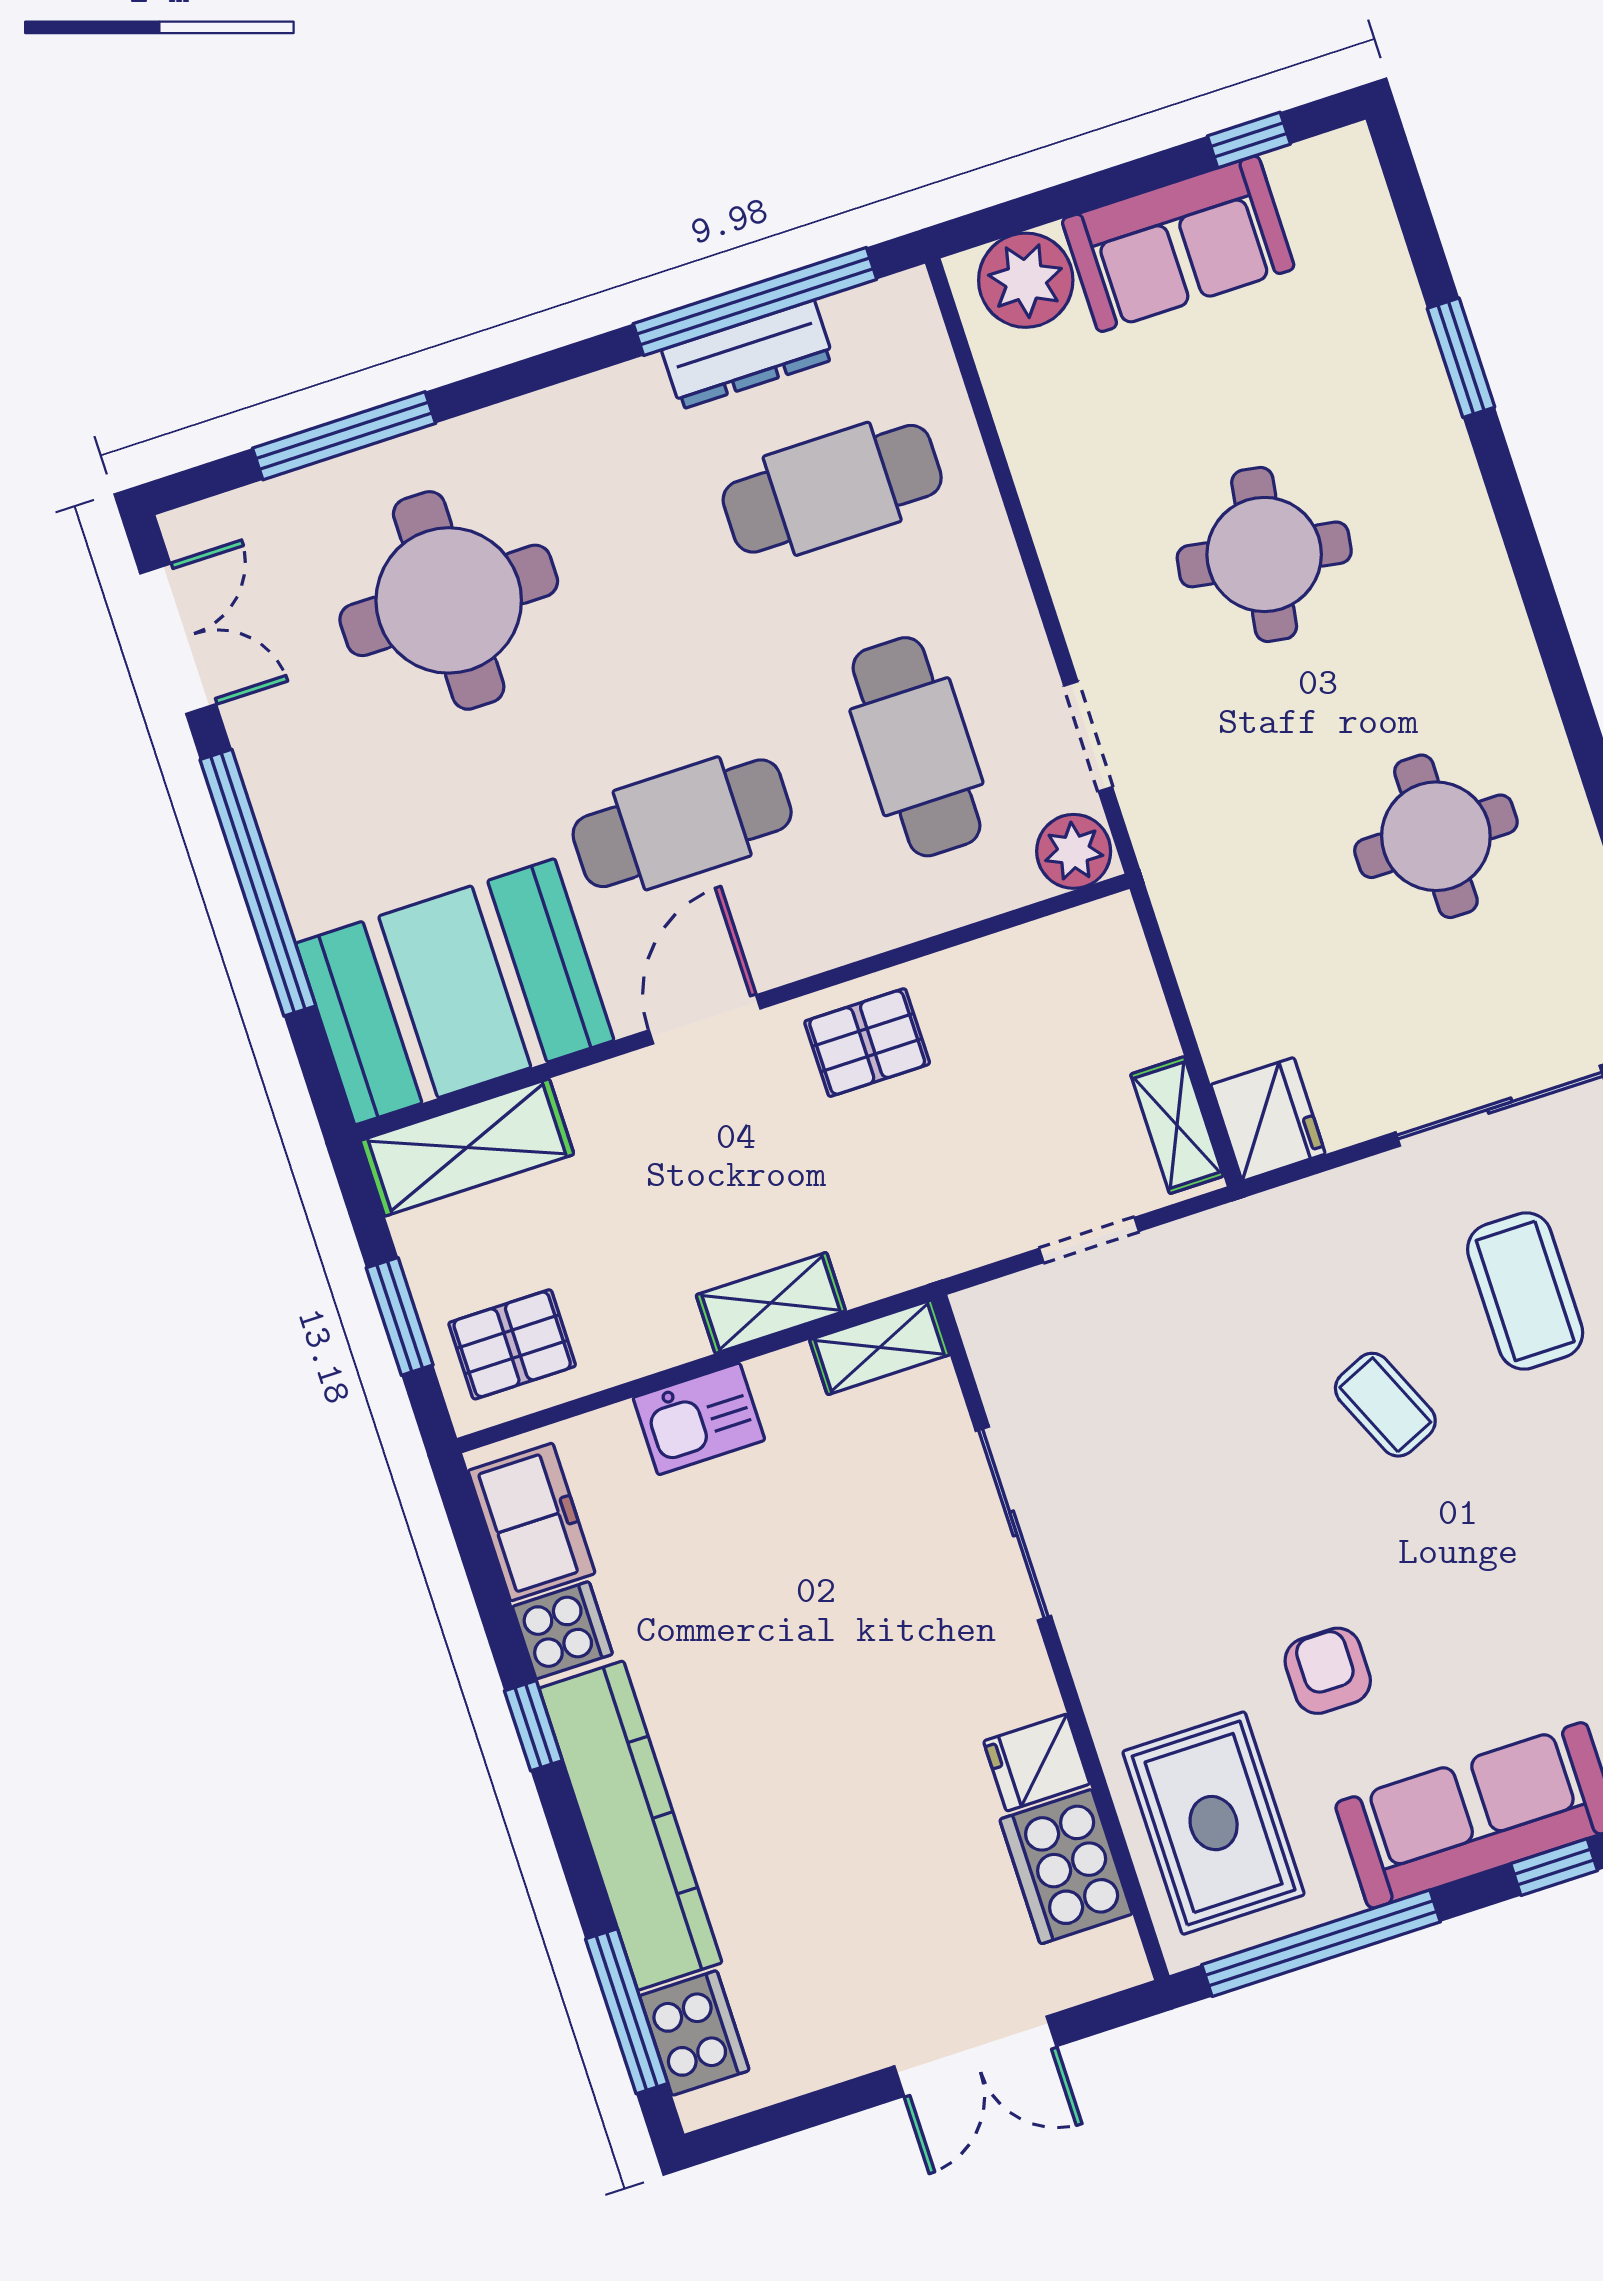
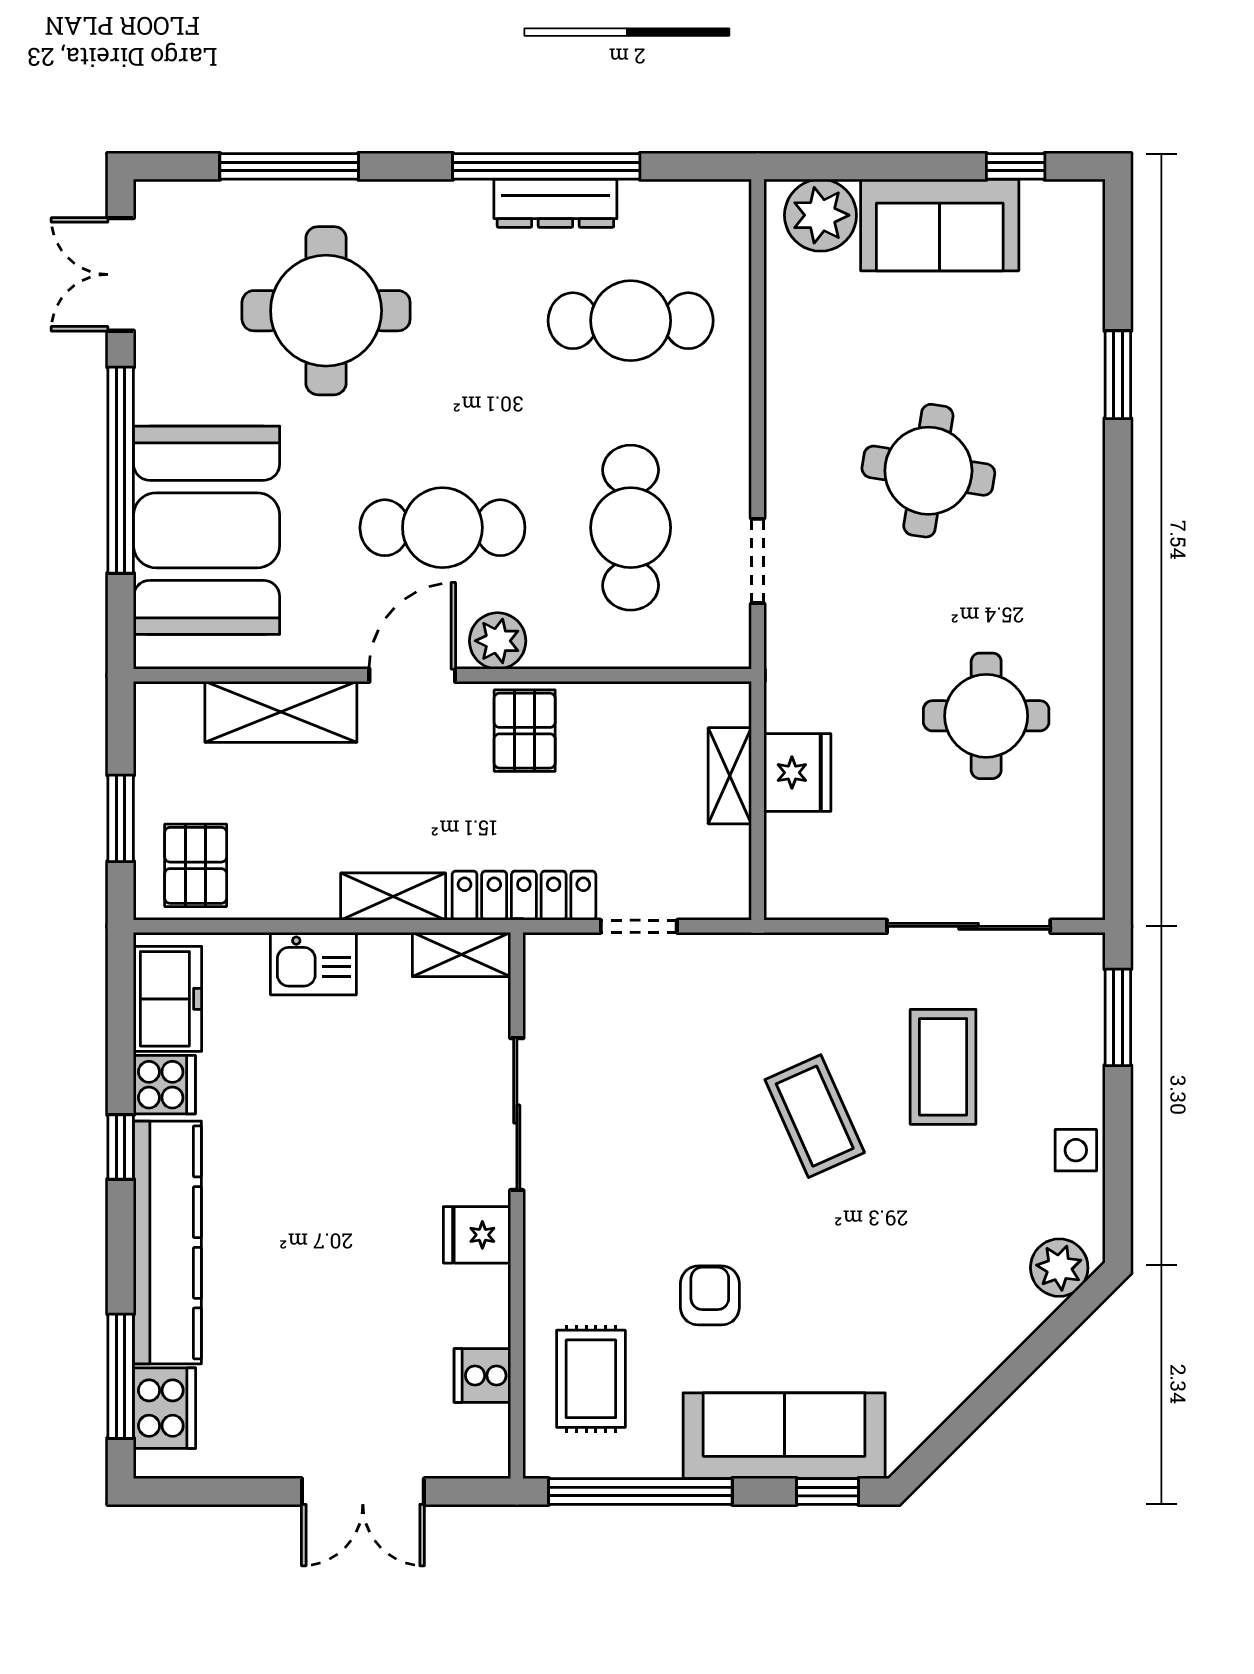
window: (755, 301) -> (546, 166), moved
dresser: (748, 355) -> (555, 203), moved
double door: (178, 639) -> (121, 274), swing flipped
plant: (1074, 851) -> (498, 641), moved
booth: (455, 992) -> (207, 530), moved, turned 90
pallet: (867, 1043) -> (525, 731), turned 90
fridge: (1268, 1119) -> (797, 773), moved
shelving: (1177, 1125) -> (730, 776), moved
shelving: (467, 1147) -> (281, 712), moved
locker: (933, 1248) -> (524, 896), added
pallet: (512, 1344) -> (196, 865), turned 90
coffee table: (1385, 1405) -> (815, 1116), width x1.36, depth x1.30
fridge: (1037, 1763) -> (477, 1235), moved
rug: (1214, 1823) -> (591, 1379), width x0.73, depth x0.70
cooker: (1066, 1867) -> (482, 1376), width x0.53, depth x0.76

